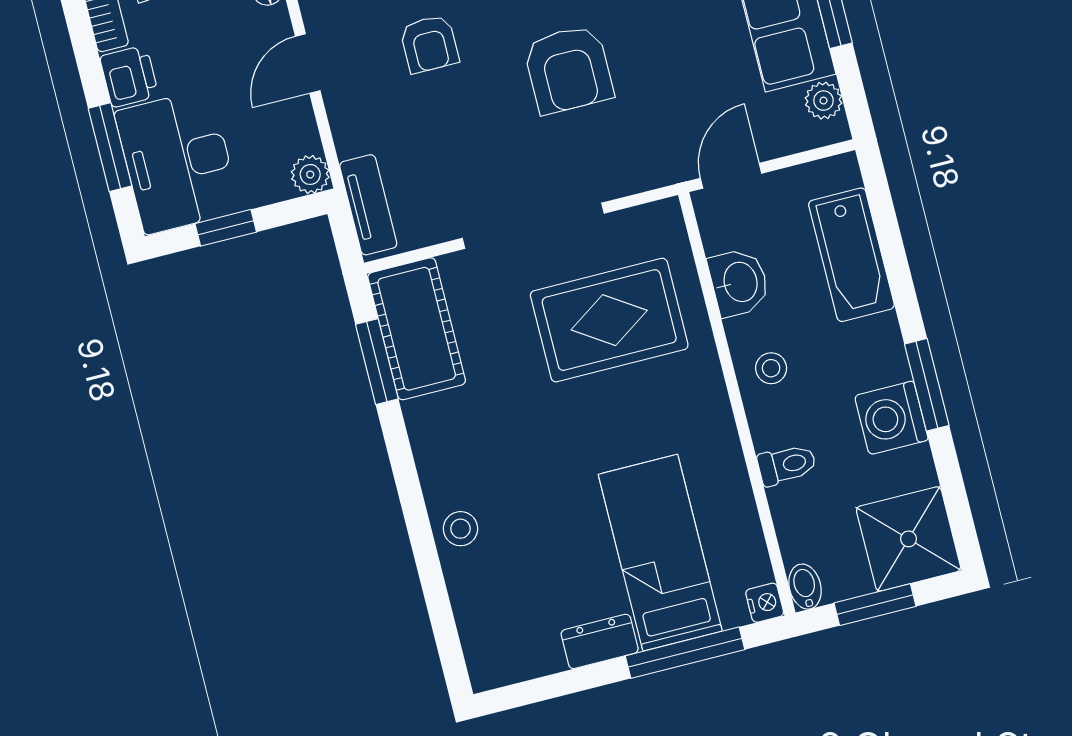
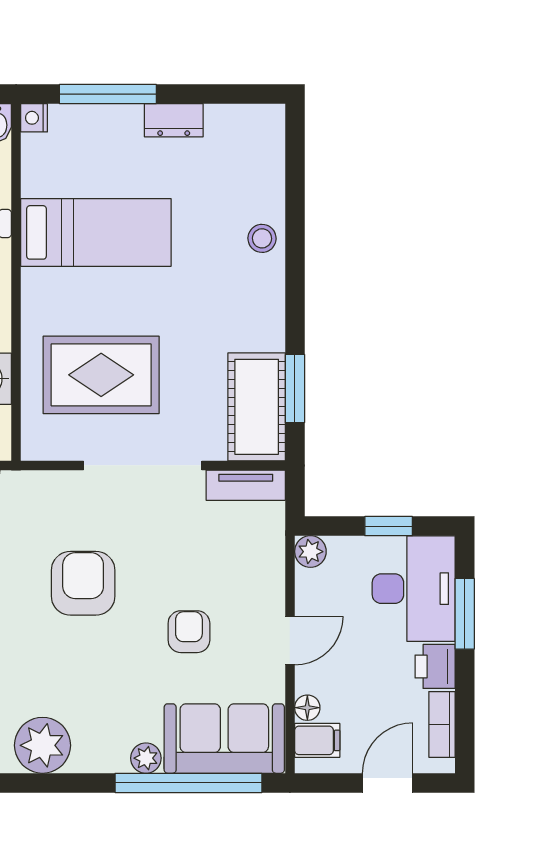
tv unit: (368, 205) -> (246, 485), moved, turned -90
bed: (660, 553) -> (96, 232), moved, turned -90

